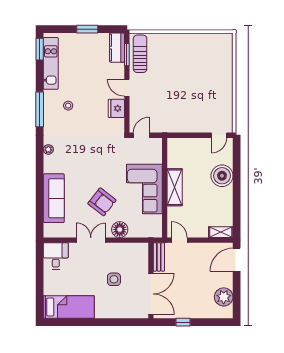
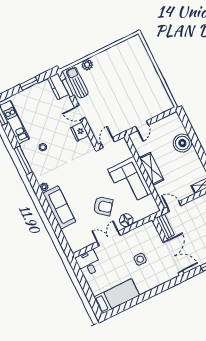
plant: (160, 40) -> (87, 65), added
door: (219, 135) -> (142, 126), moved
sofa: (54, 198) -> (59, 207), moved

